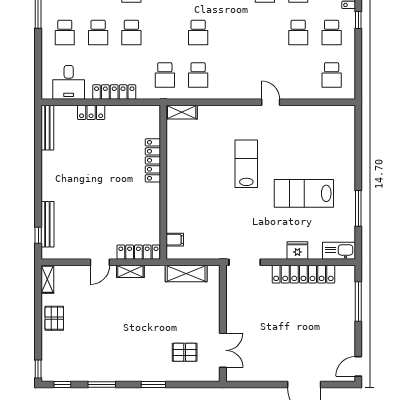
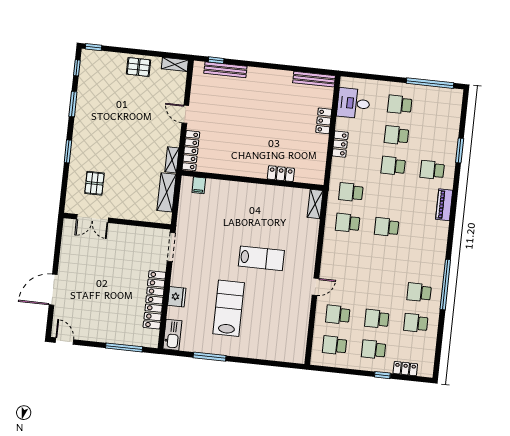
school desk: (298, 75) -> (338, 315), added
locker: (114, 92) -> (340, 144), width x0.66
locker: (153, 160) -> (281, 174), width x0.66
shelving: (130, 271) -> (172, 160), moved

